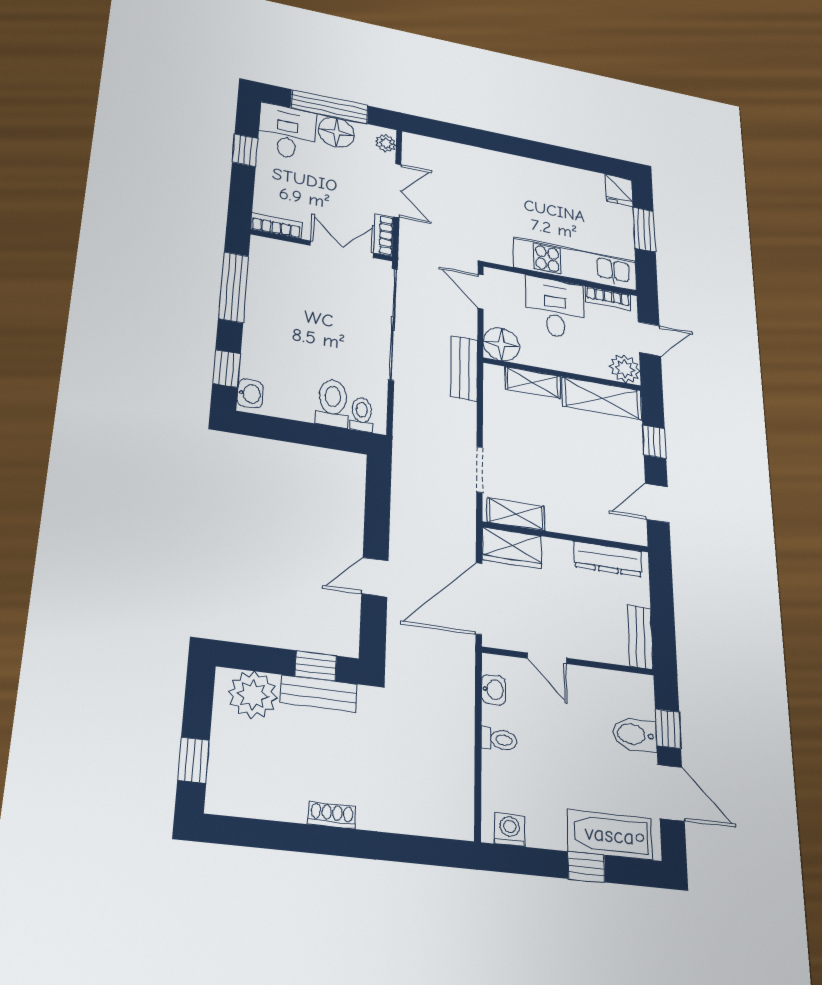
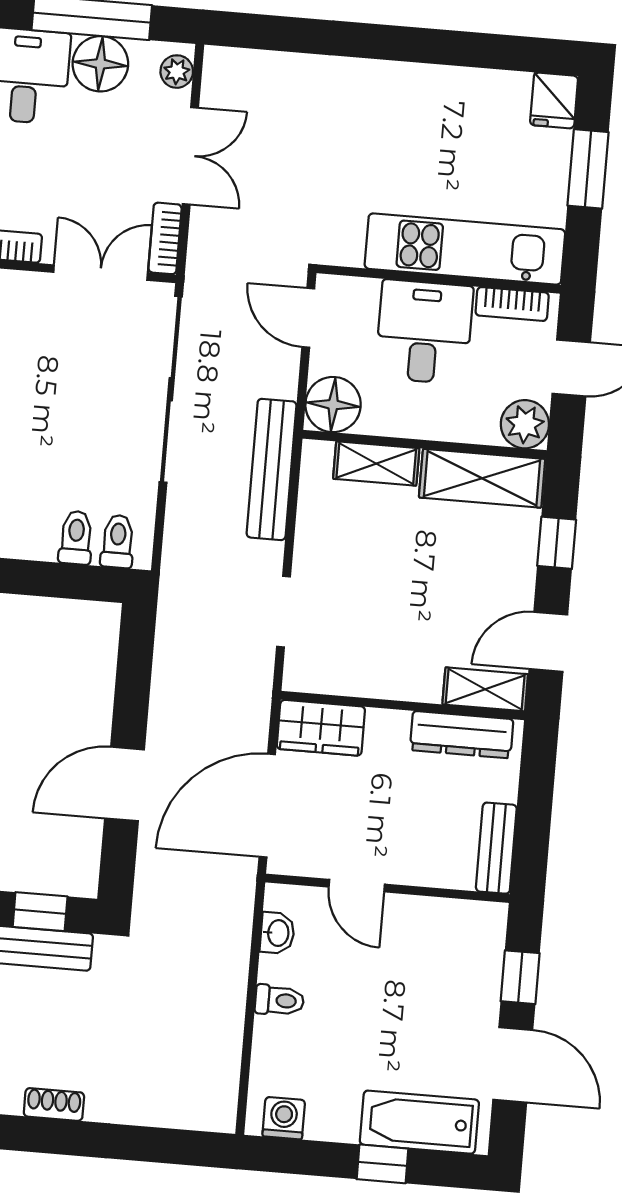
bench: (464, 368) -> (272, 469), width x1.36
toilet: (333, 403) -> (76, 538), width x0.73, depth x0.72
shelving: (516, 514) -> (485, 689), moved
door: (375, 577) -> (124, 784), width x1.38
bidet: (635, 734) -> (471, 987), removed

